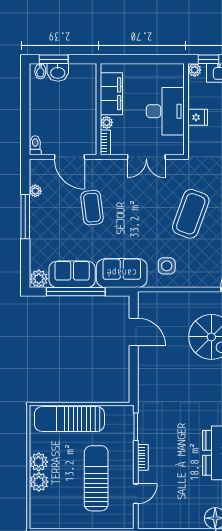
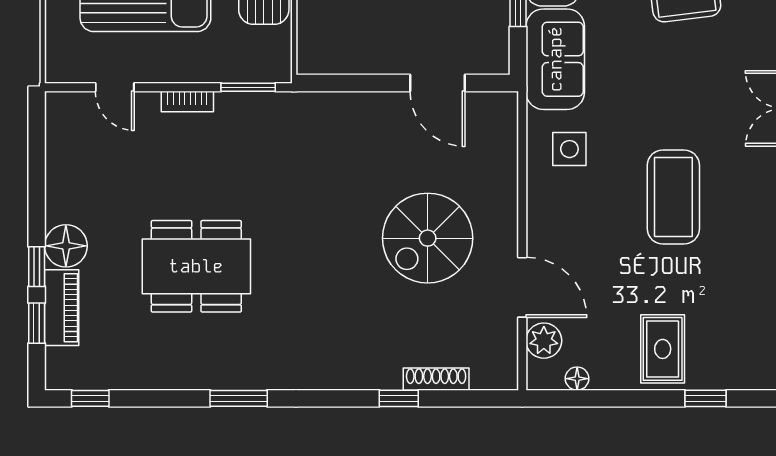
coffee table: (191, 214) -> (673, 197), turned 70
door: (134, 332) -> (437, 83), hinge flipped

